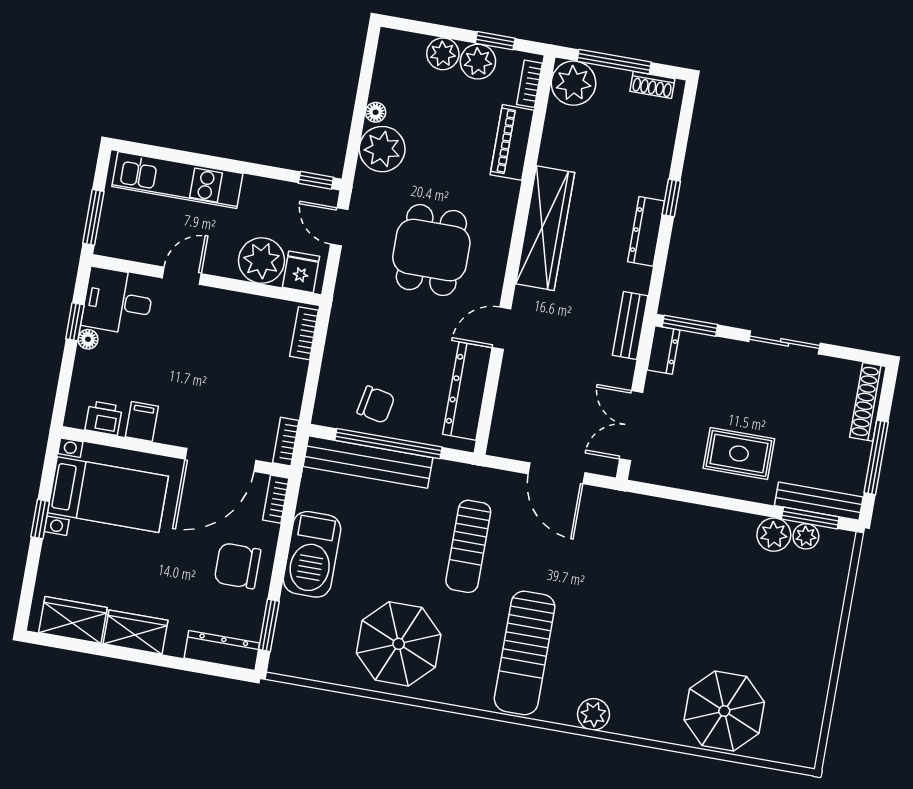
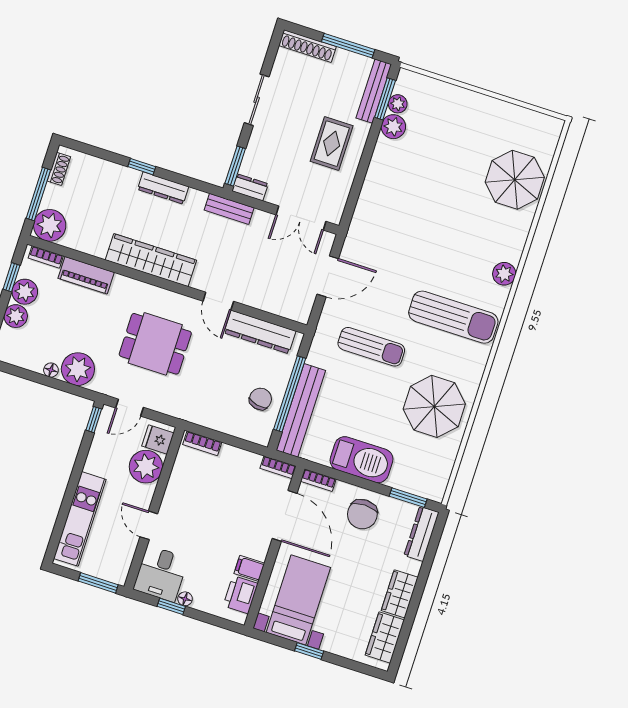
printer: (104, 418) -> (241, 595), width x1.36, depth x1.24

